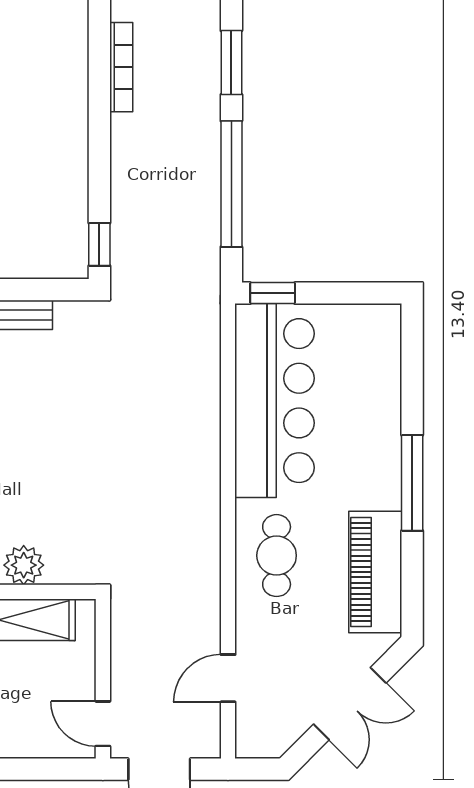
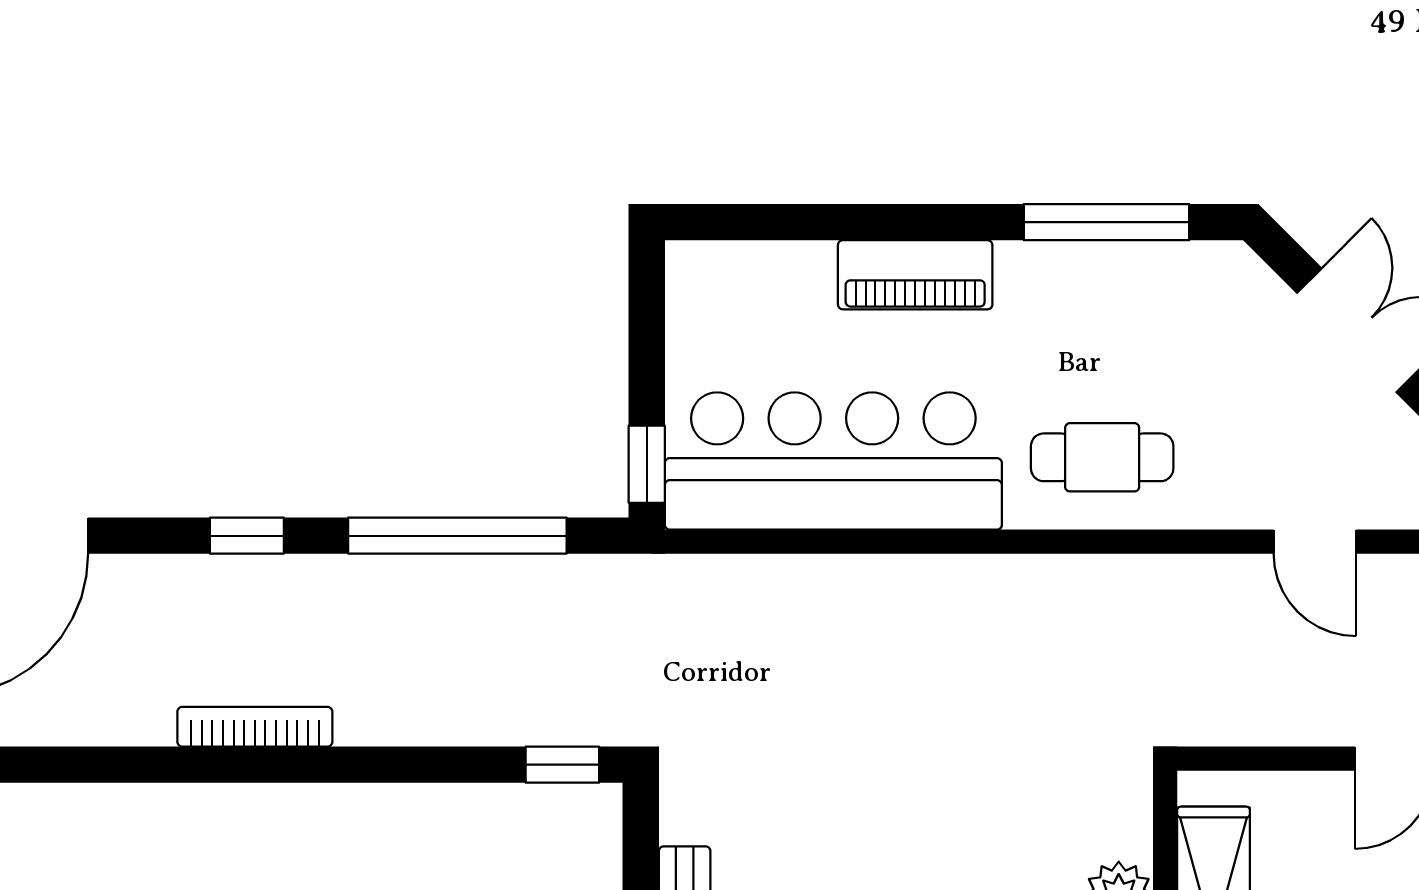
window: (231, 63) -> (247, 536), width x0.67
window: (412, 483) -> (1107, 222), moved
piano: (375, 572) -> (915, 275), moved, width x0.73, depth x0.75

